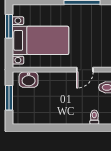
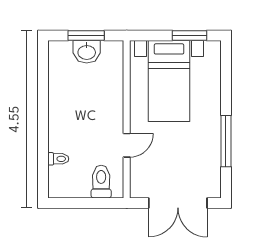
door: (85, 70) -> (127, 145), swing flipped
washbasin: (29, 80) -> (87, 52), moved, turned -90

